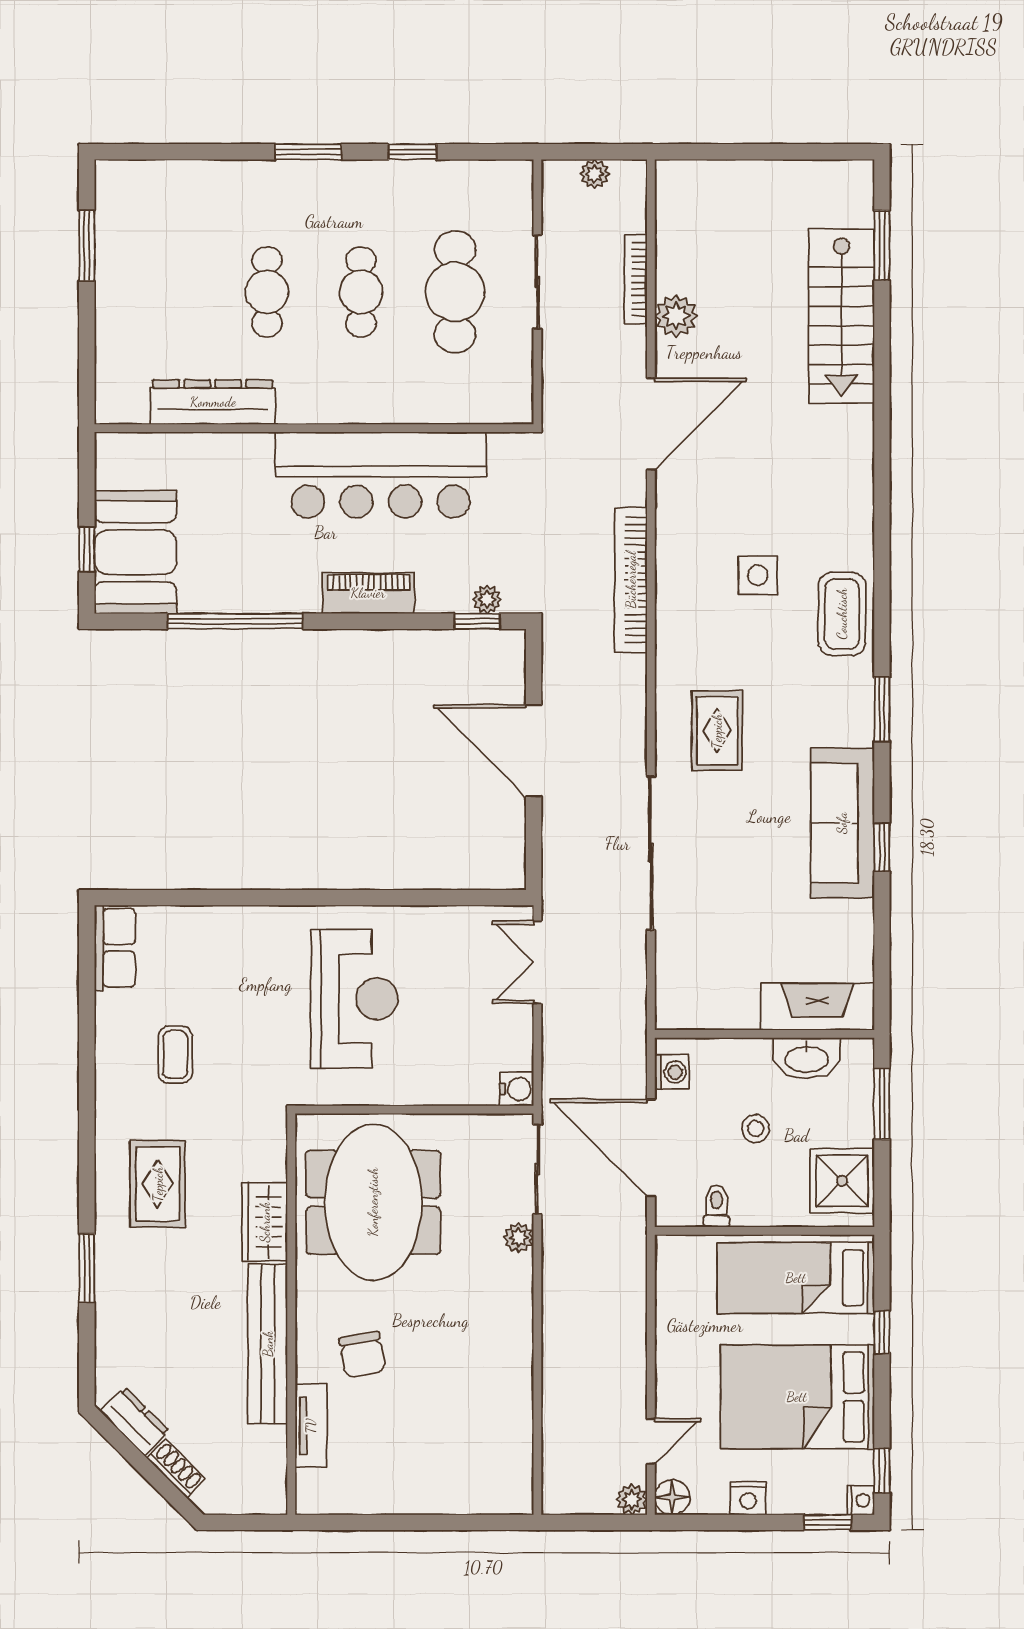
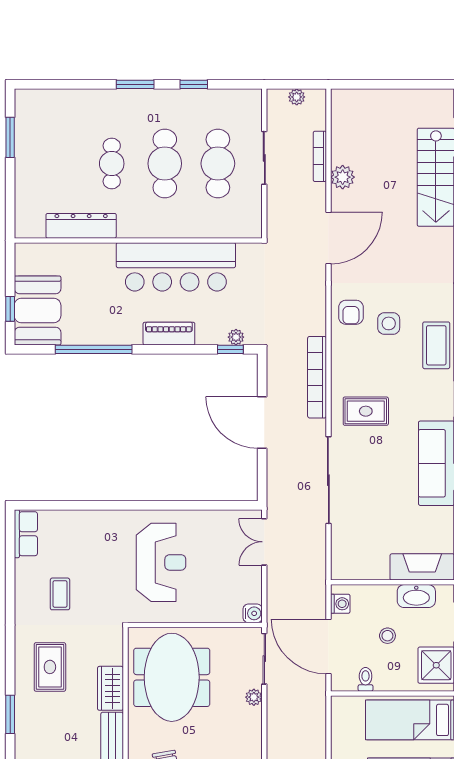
cafe table: (361, 292) -> (165, 164), width x1.37, depth x1.35
armchair: (691, 555) -> (351, 312), added
bookcase: (631, 580) -> (317, 377), moved
rug: (717, 731) -> (366, 411), turned 90

